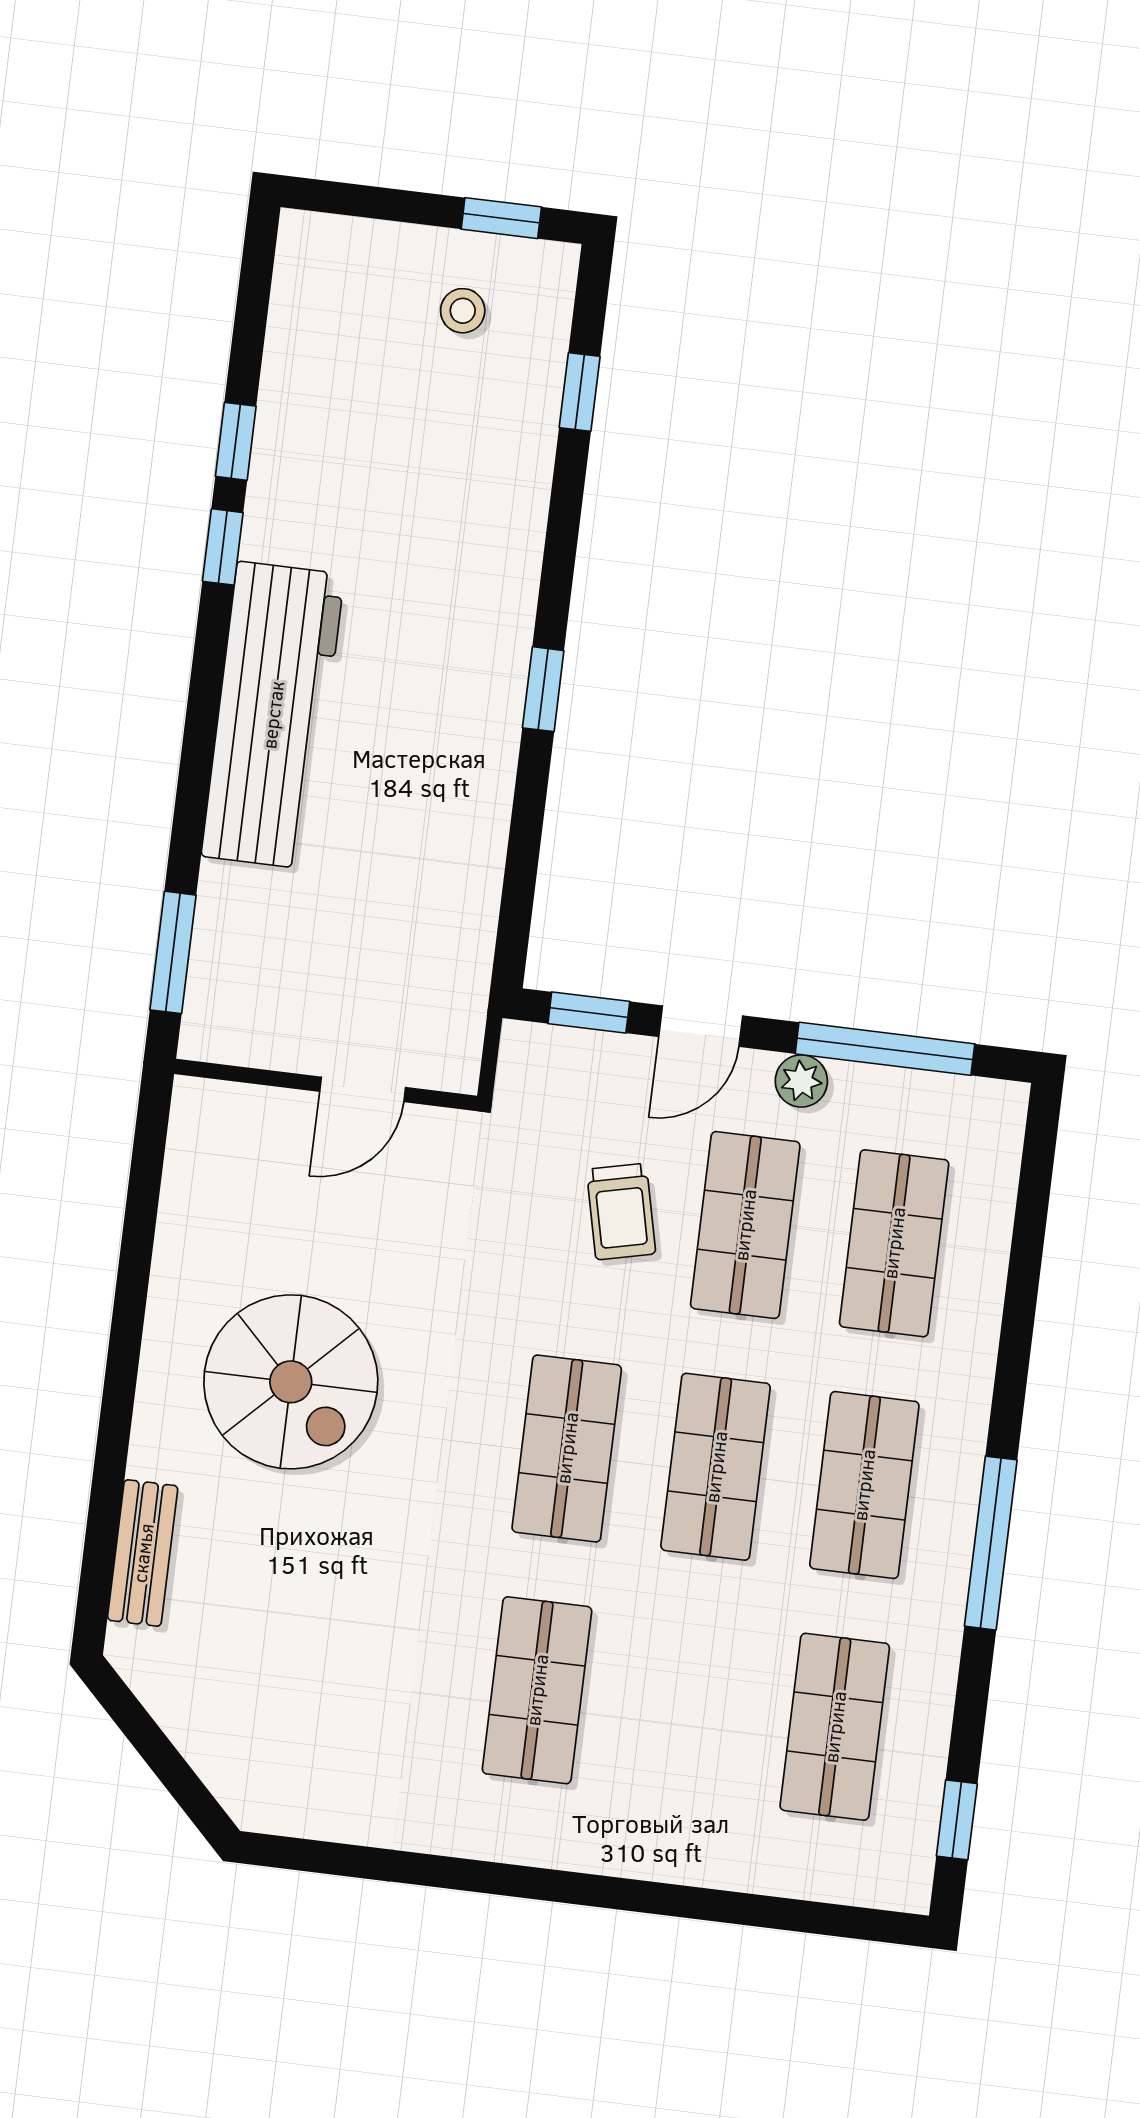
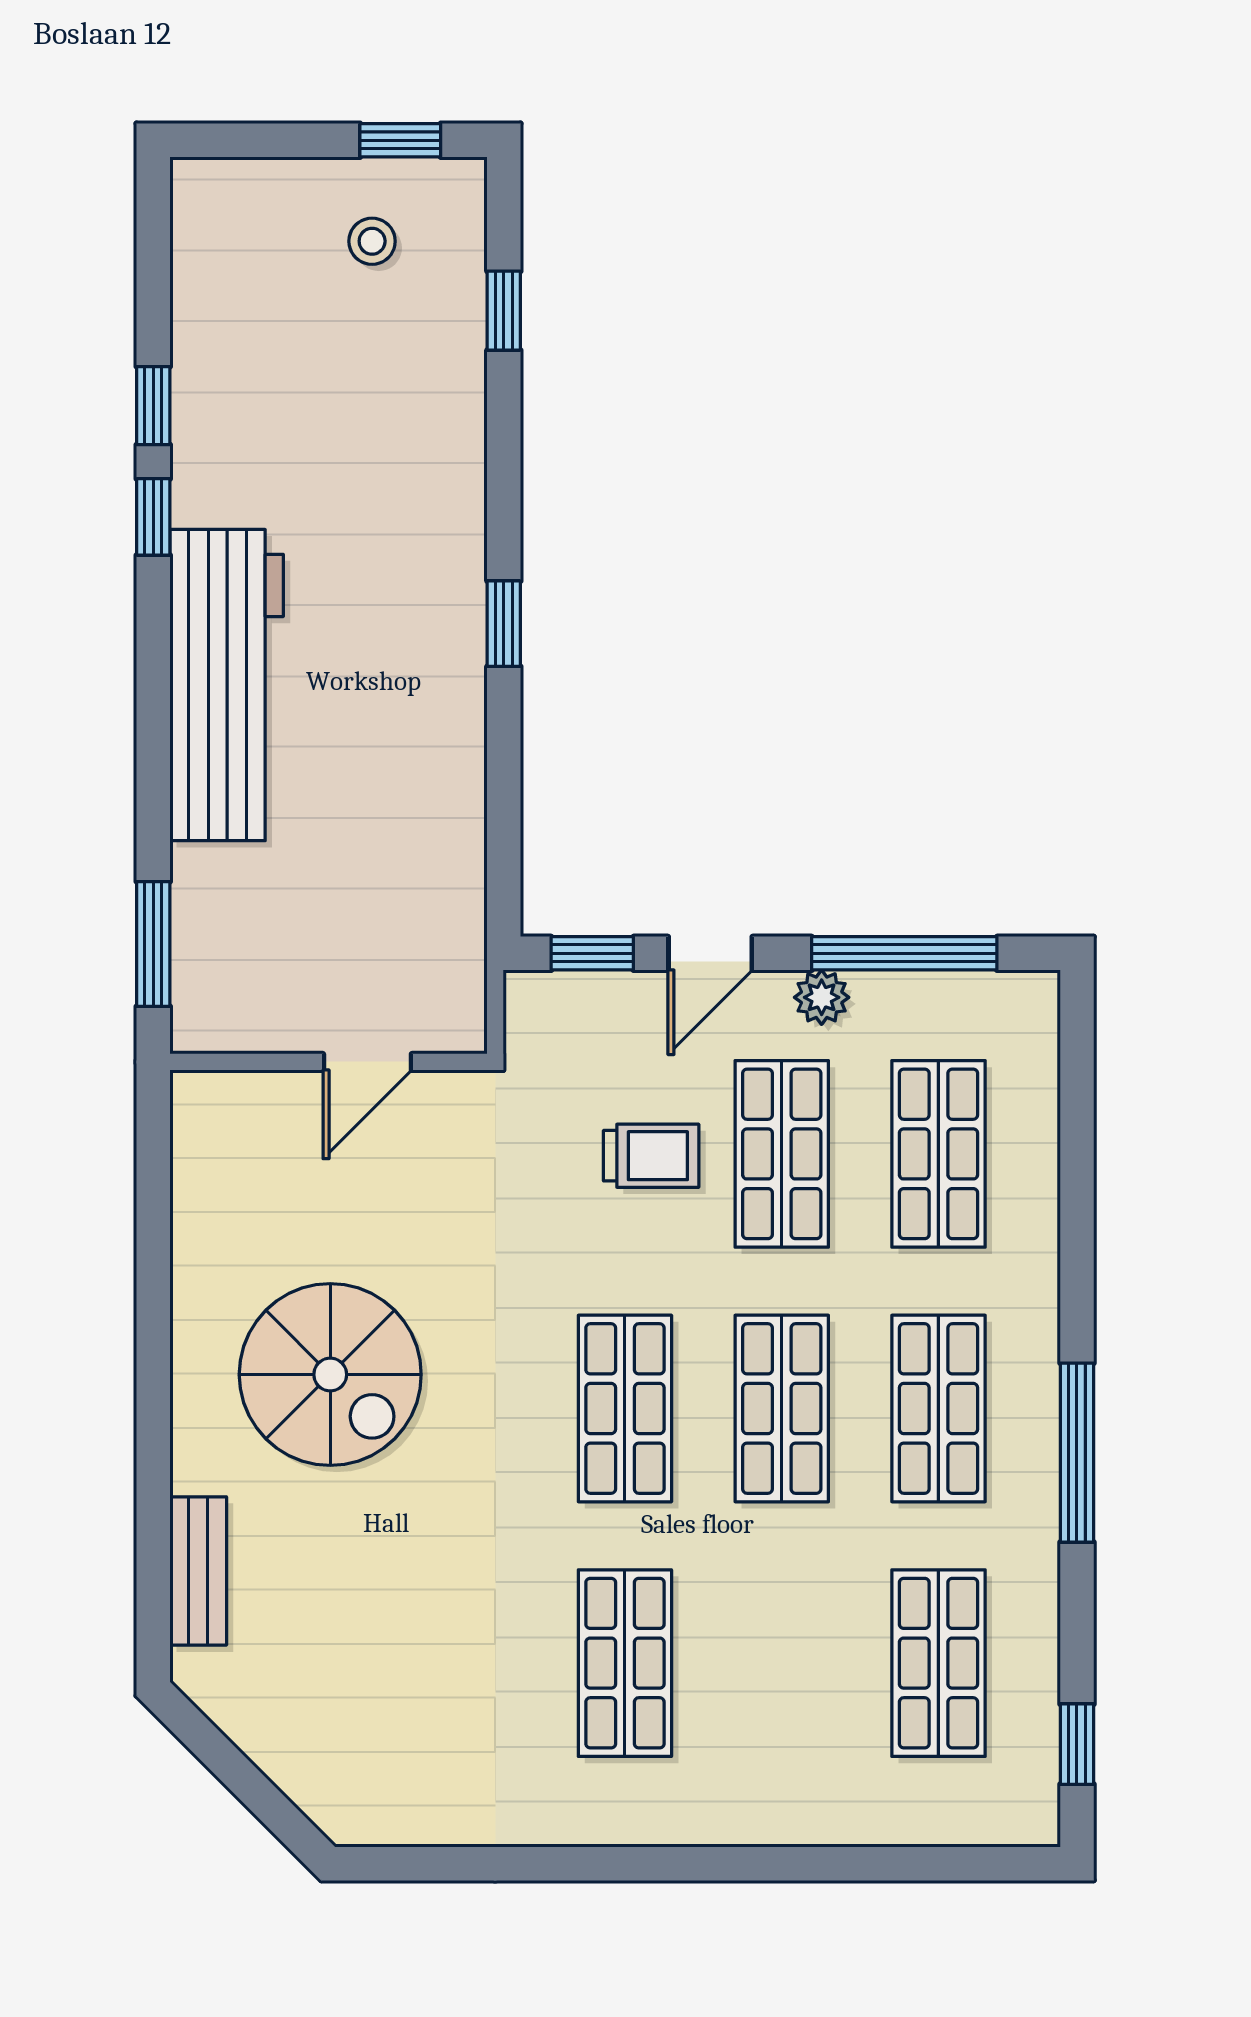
trolley: (621, 1212) -> (651, 1156), turned -77

